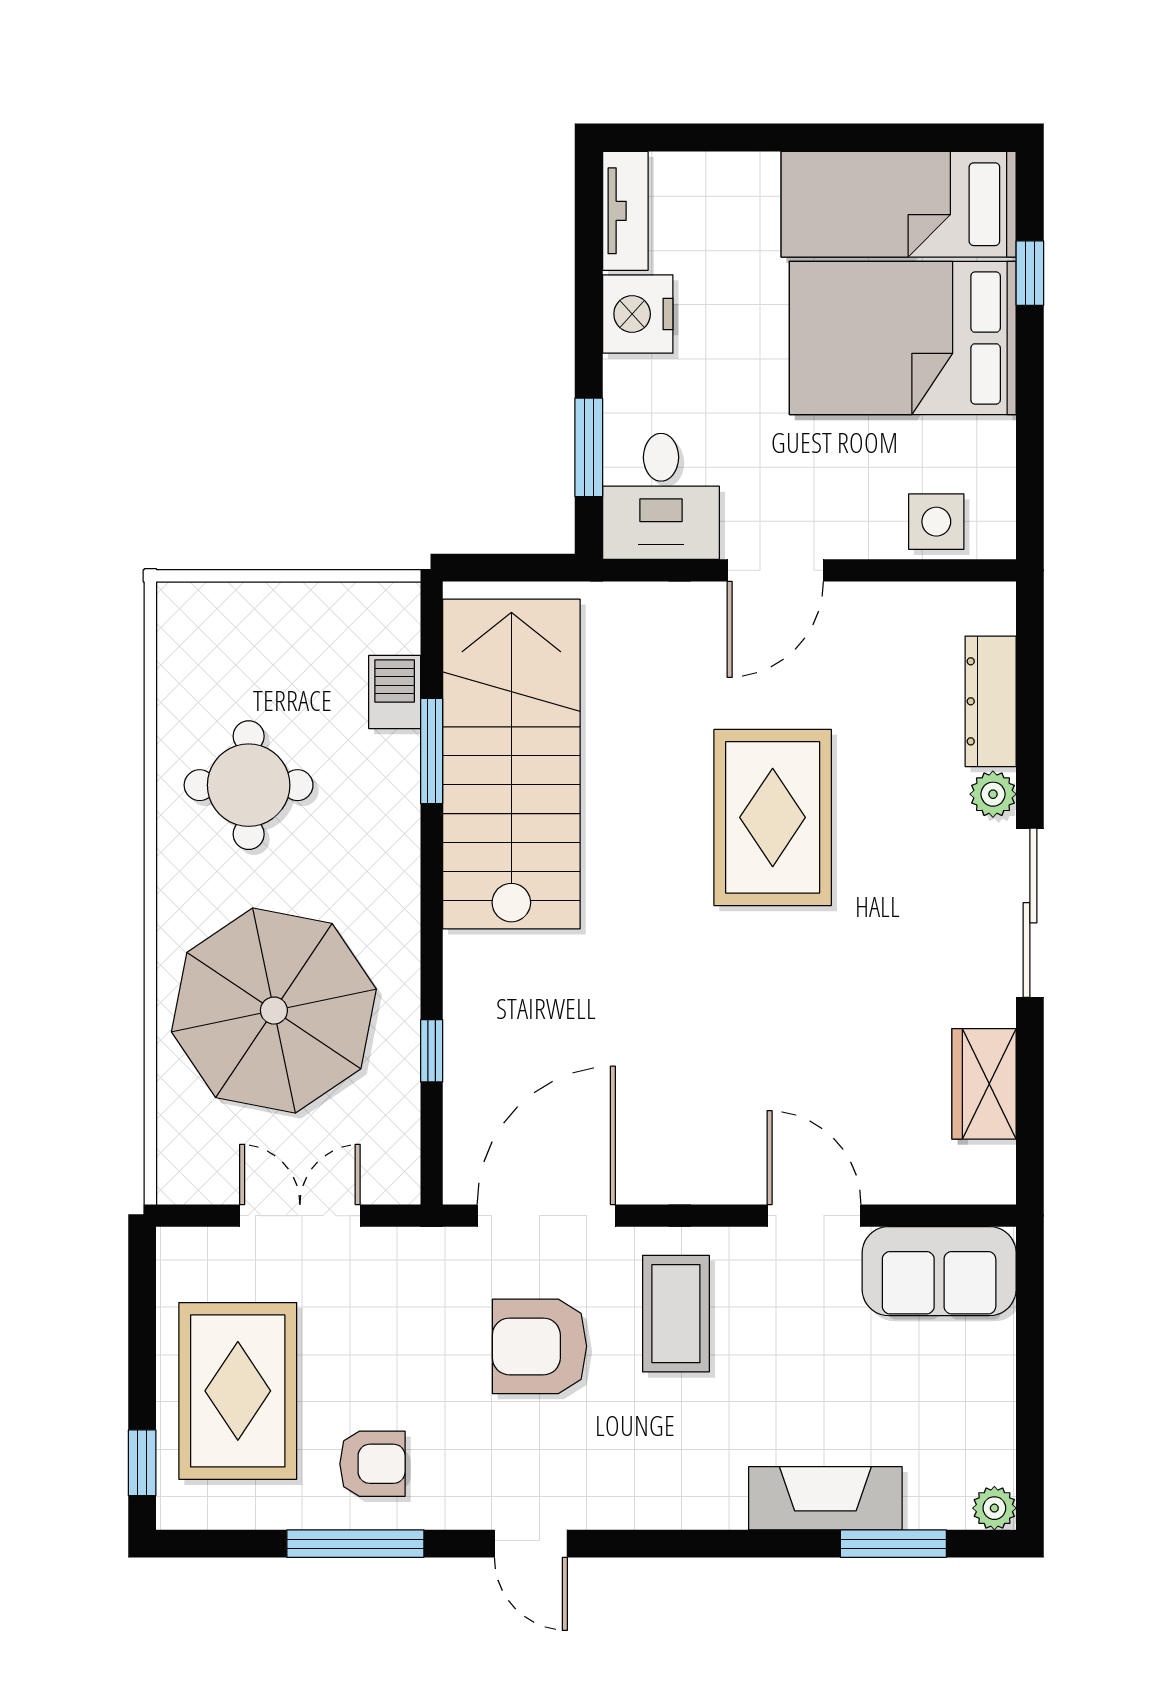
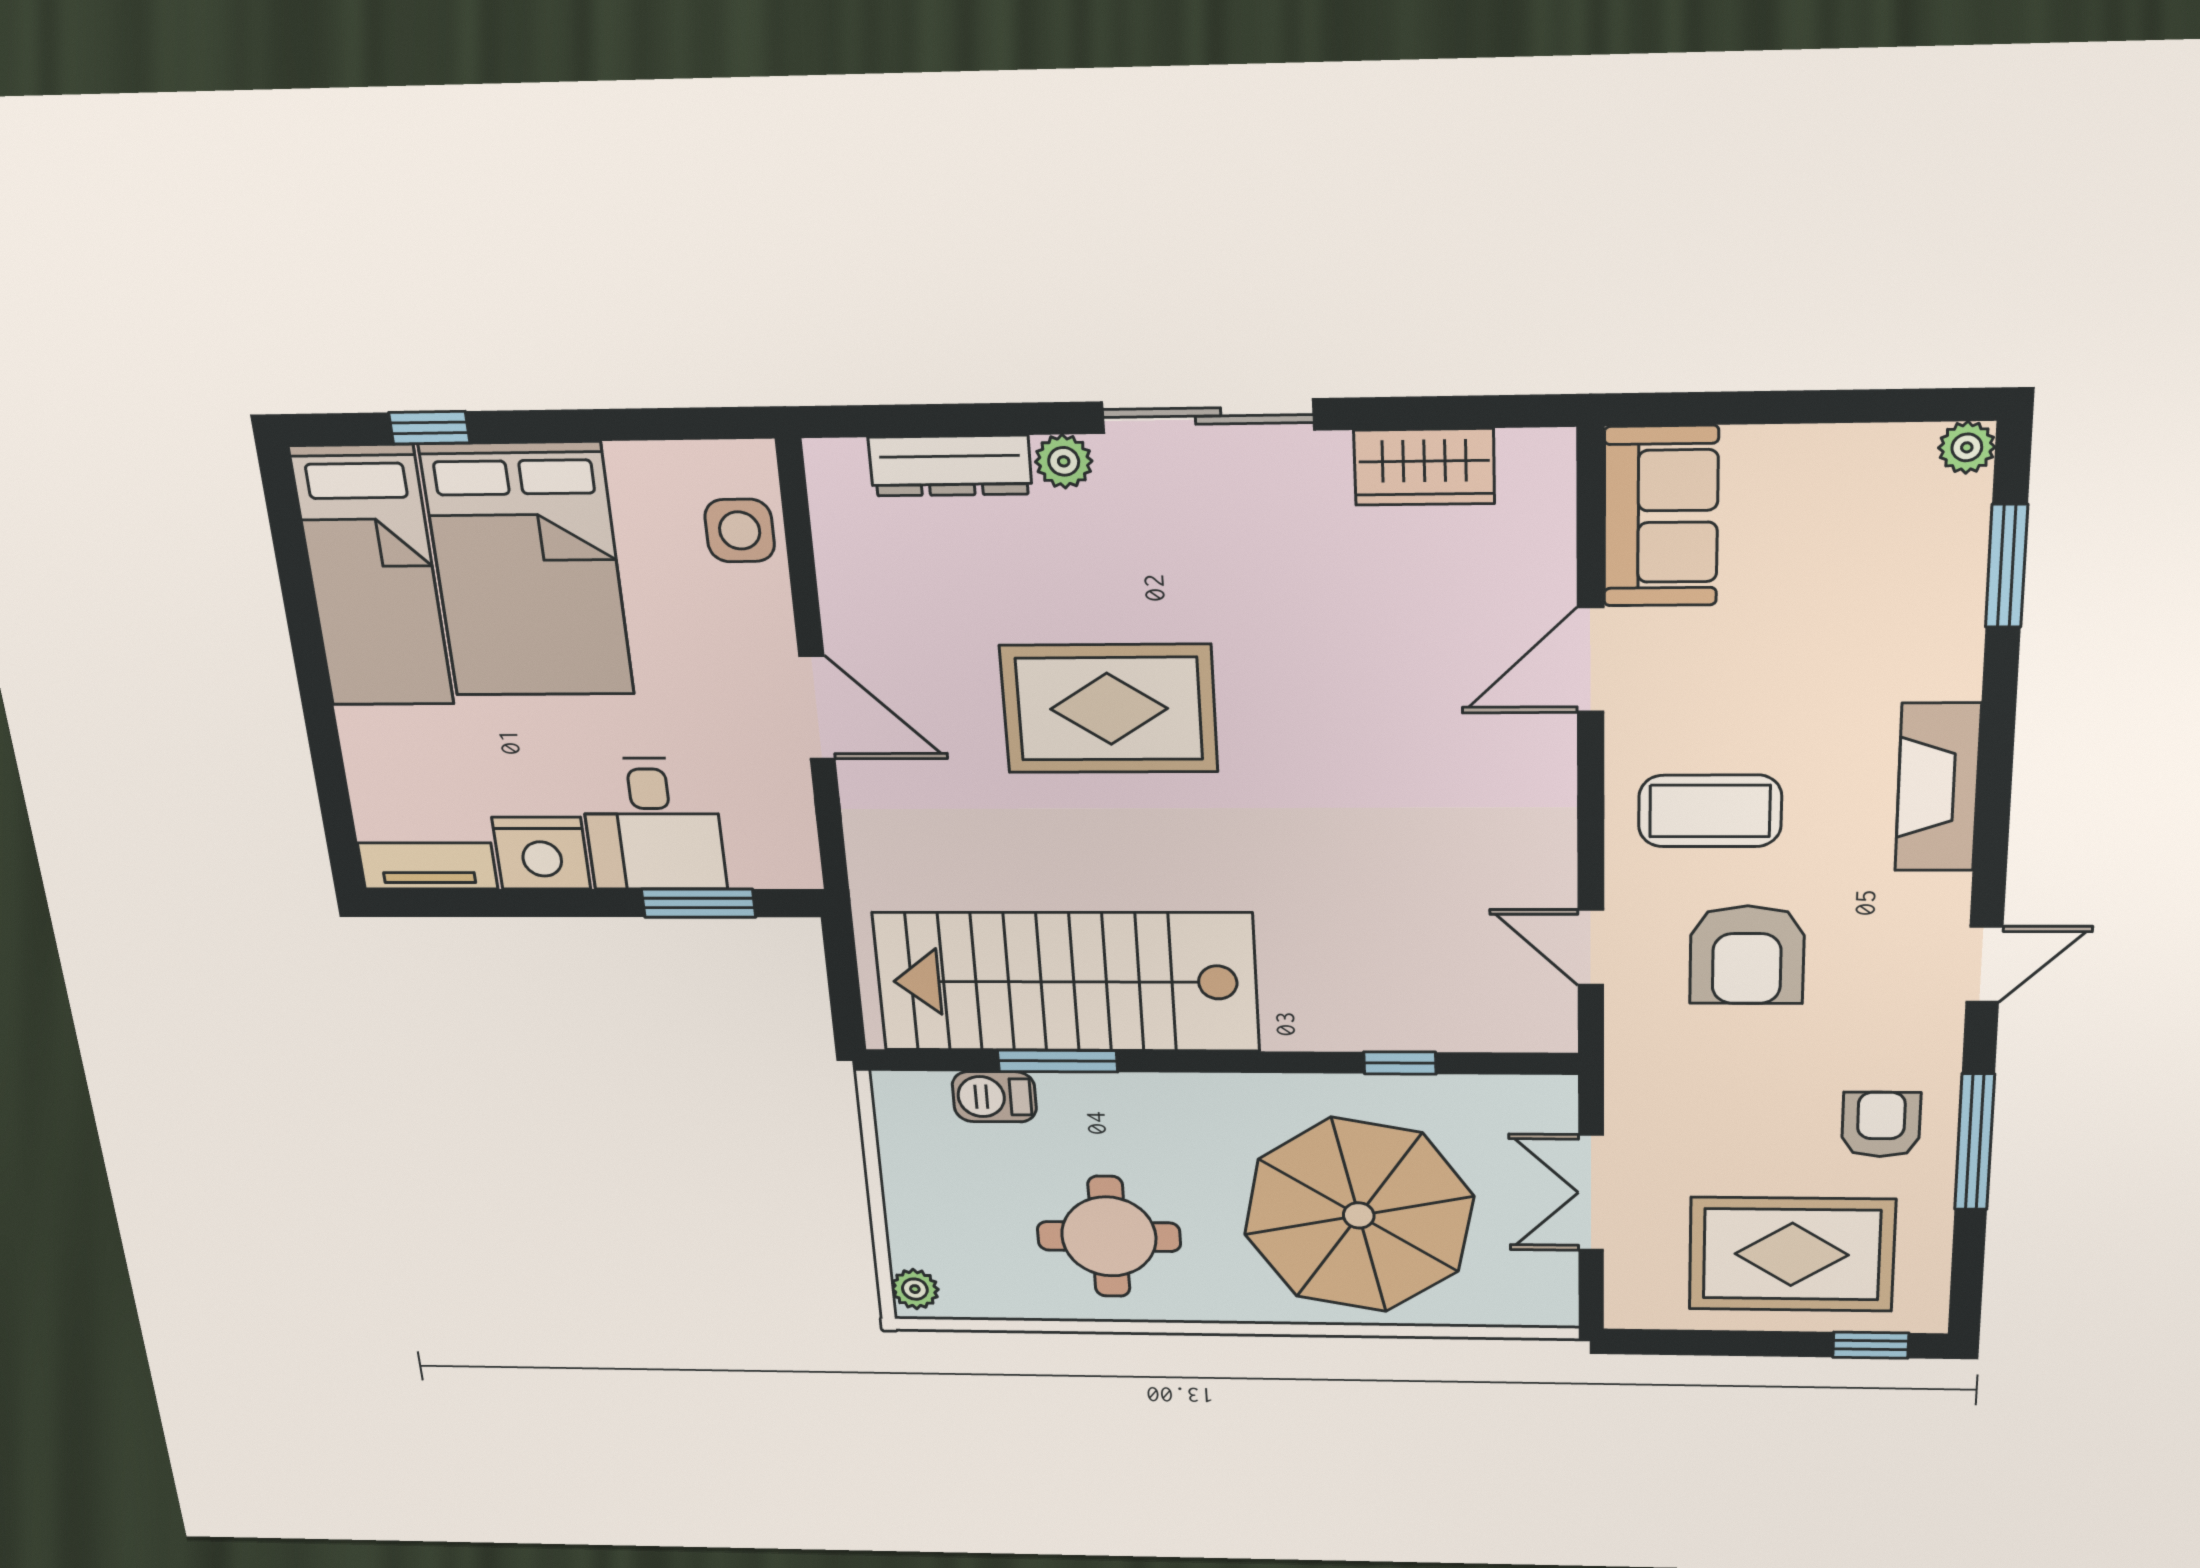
desk: (661, 496) -> (653, 824), moved, turned 90
plant: (189, 603) -> (915, 1289), added
door: (546, 1216) -> (1591, 948), width x0.53
fireplace: (825, 1498) -> (1938, 787), moved

